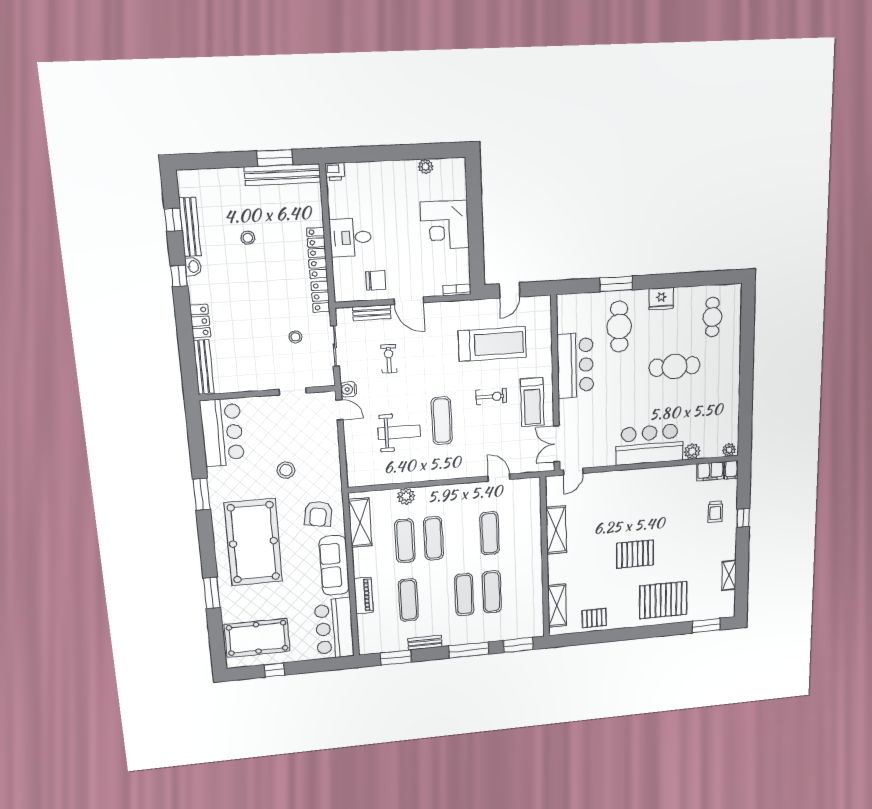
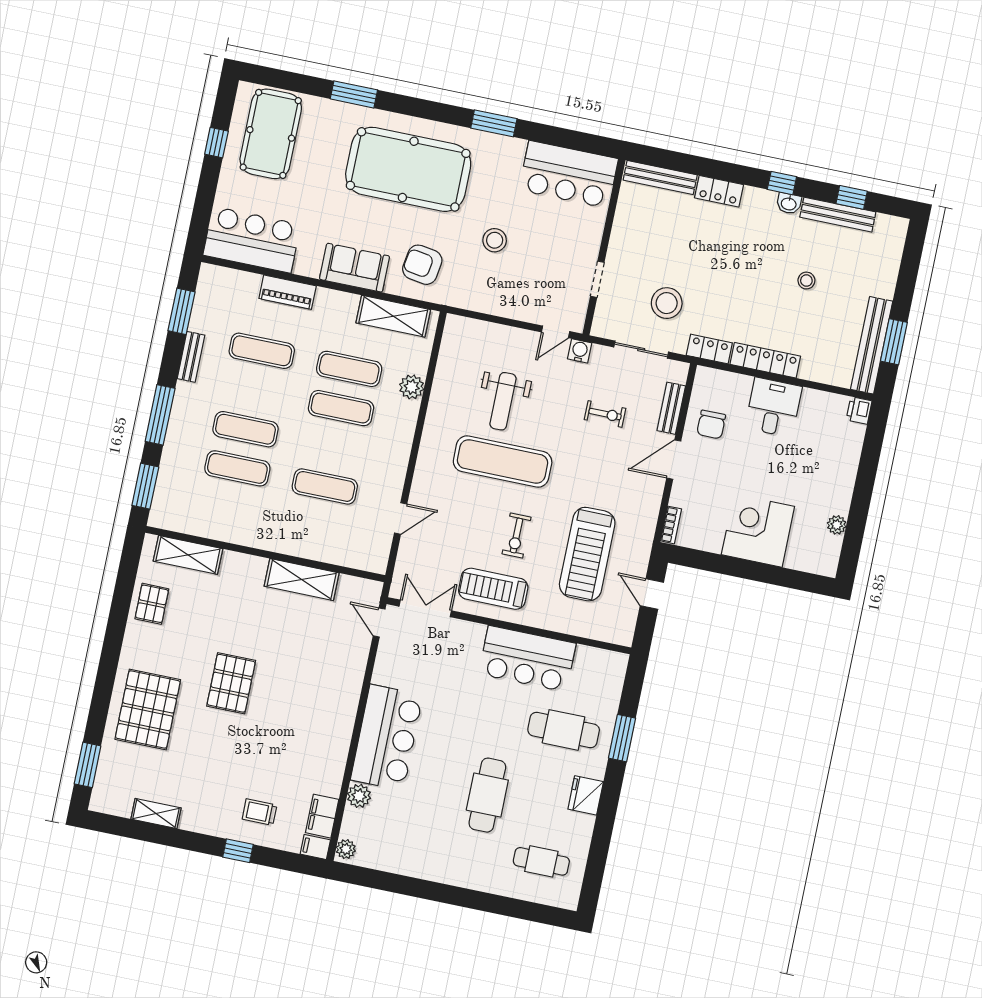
stool: (295, 337) -> (667, 303), width x1.89, depth x1.89
exercise mat: (442, 421) -> (503, 462), width x1.36, depth x1.45
sofa: (334, 565) -> (355, 268), width x0.73

